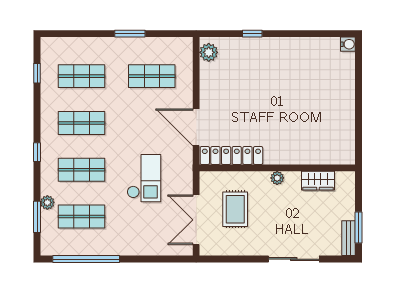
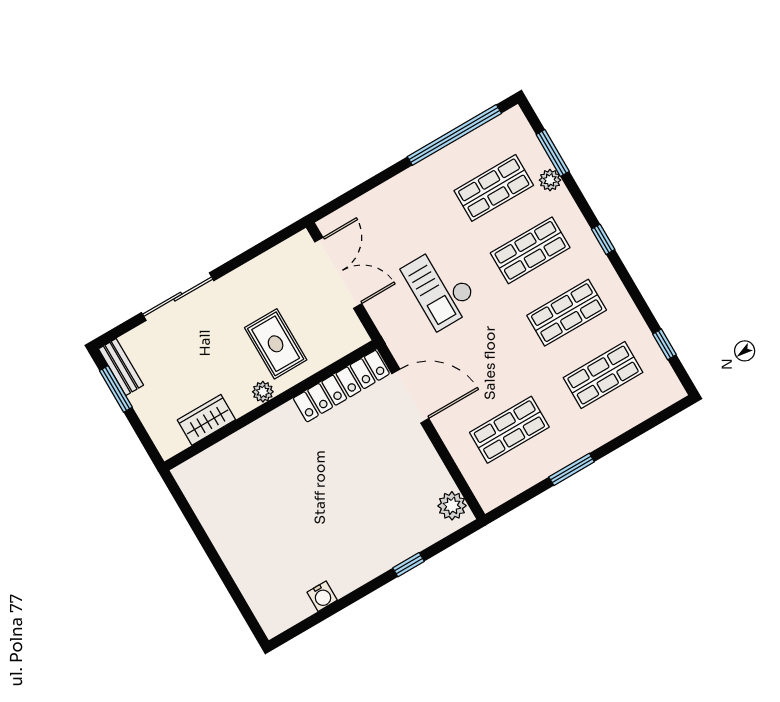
water cooler: (348, 44) -> (322, 596), moved, turned -90
rug: (235, 209) -> (276, 344), moved

